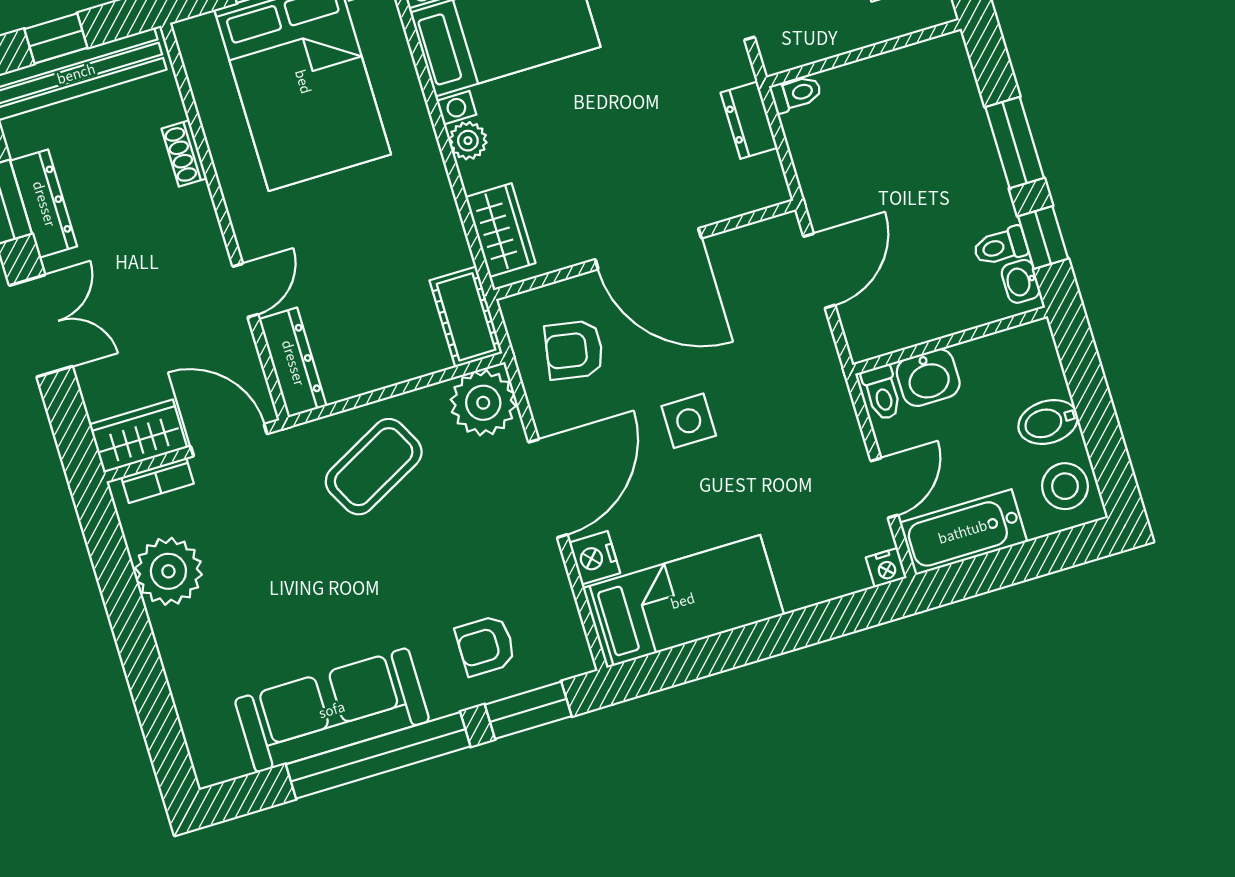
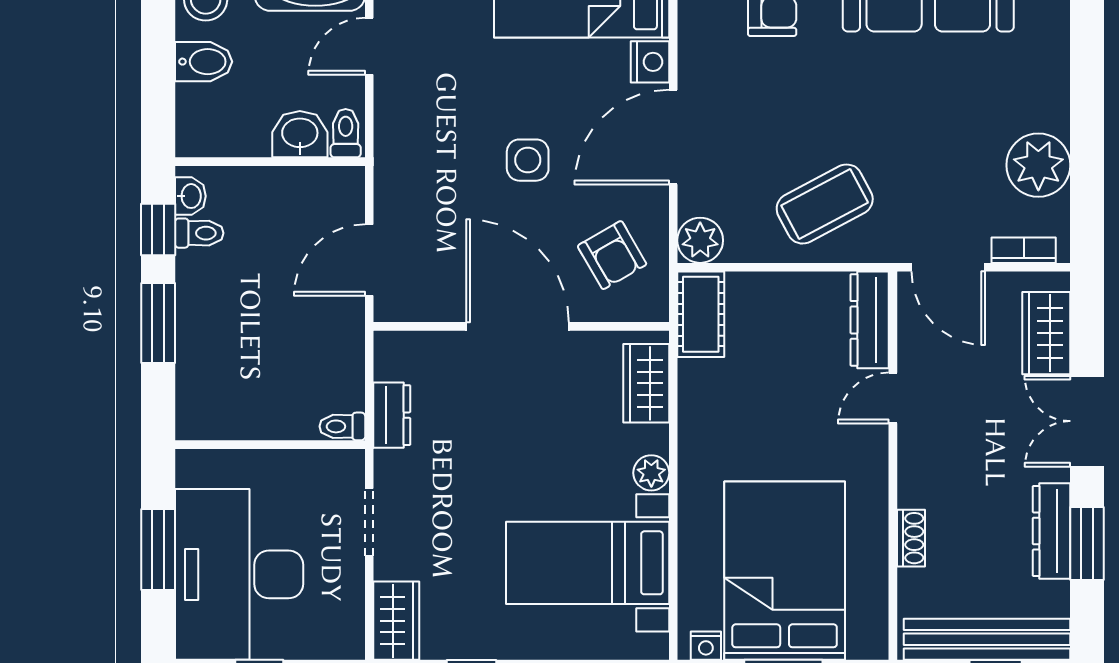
armchair: (574, 350) -> (612, 255), turned 50
plant: (483, 403) -> (700, 240), width x0.73, depth x0.73
wardrobe: (138, 436) -> (1046, 333), moved, turned 90

